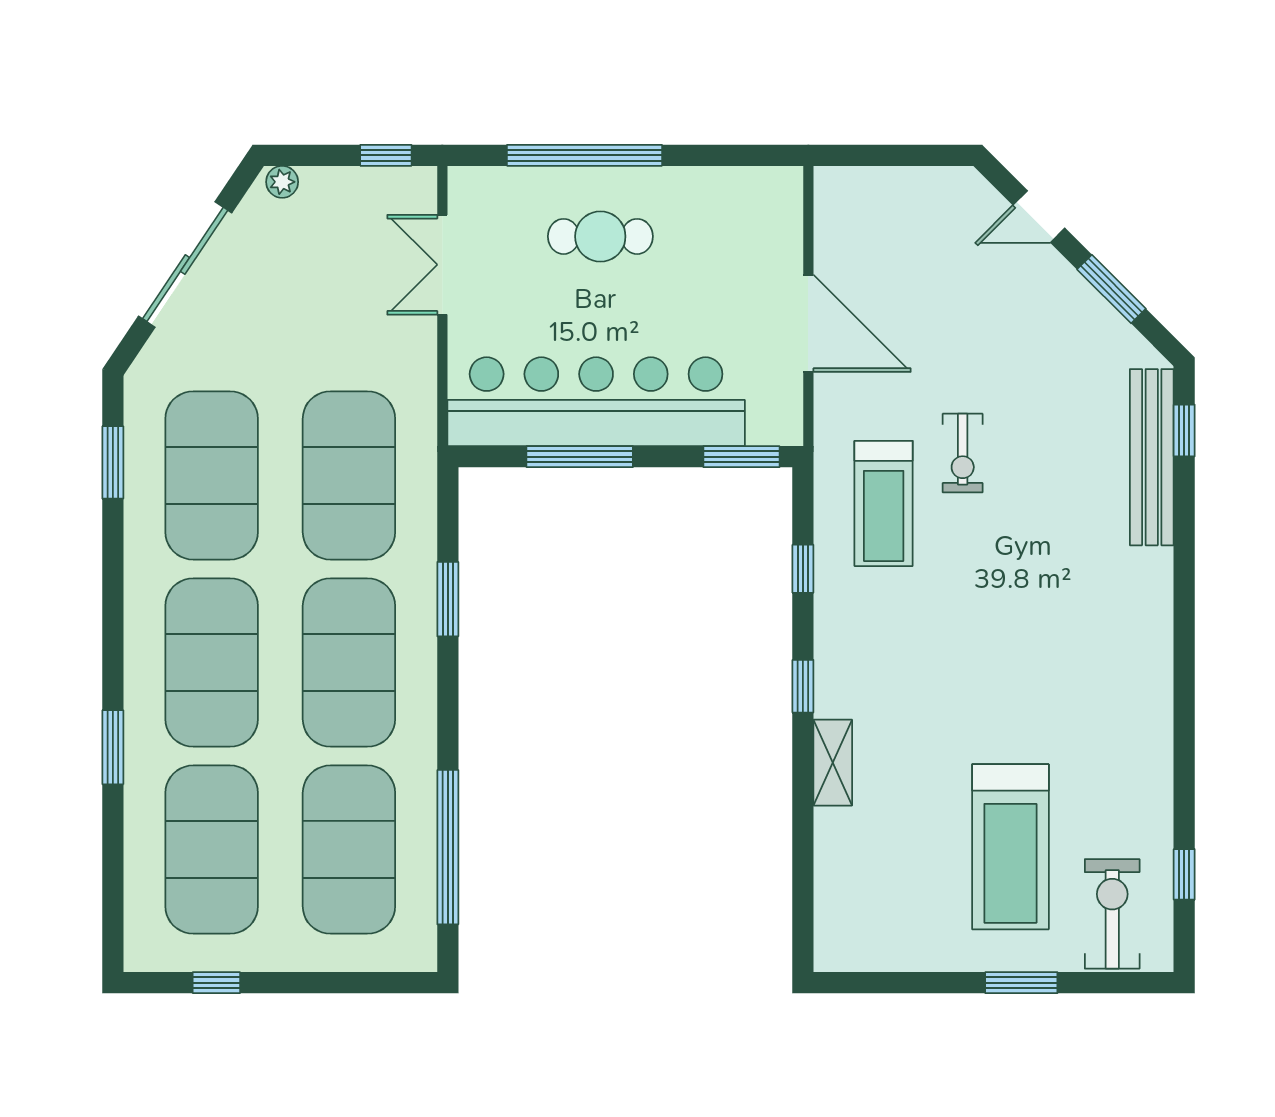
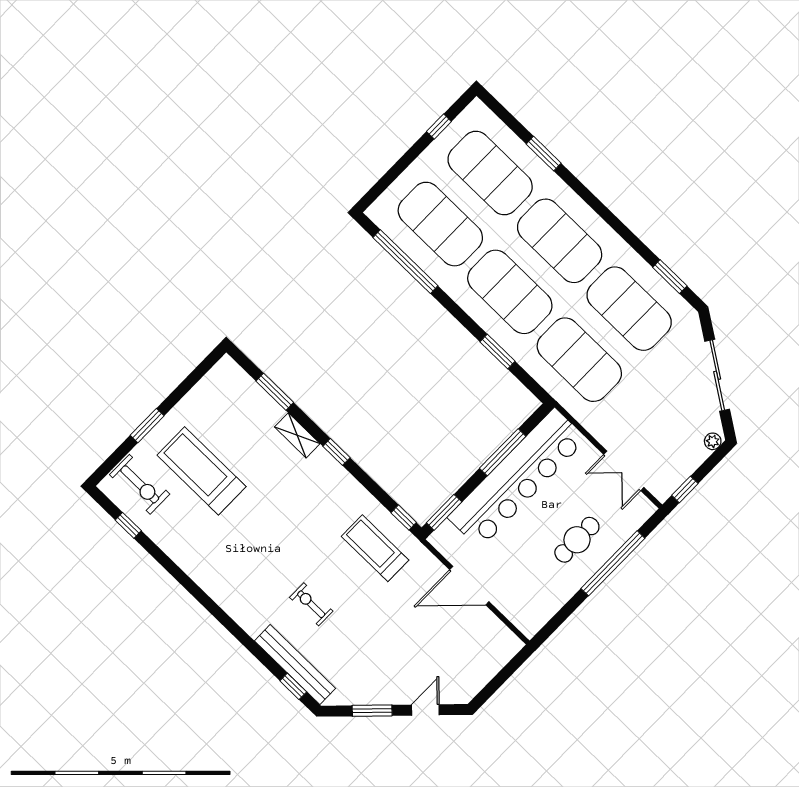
double door: (442, 265) -> (624, 471), swing flipped
exercise bike: (963, 453) -> (311, 604), moved
window: (803, 569) -> (404, 518), moved
window: (113, 747) -> (544, 154), moved
window: (803, 852) -> (275, 392), added

